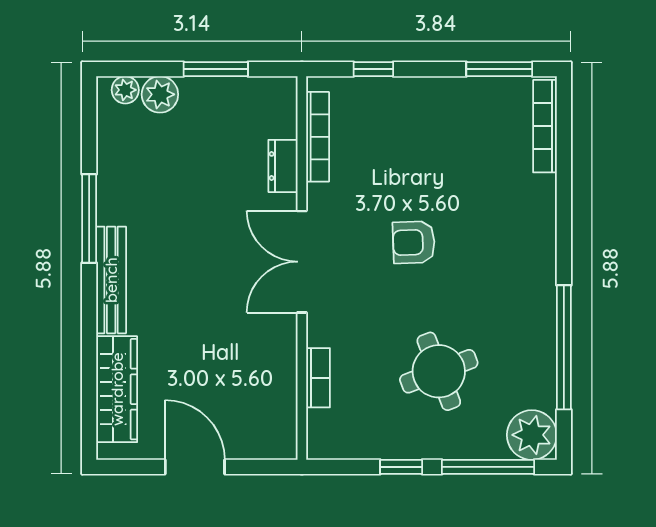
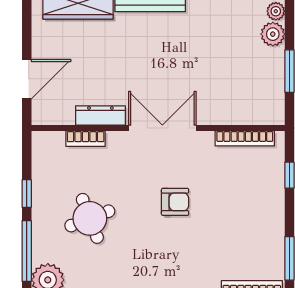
dresser: (283, 166) -> (100, 115), moved, width x1.44
armchair: (414, 242) -> (175, 202), turned 92
door: (195, 467) -> (27, 79), moved

